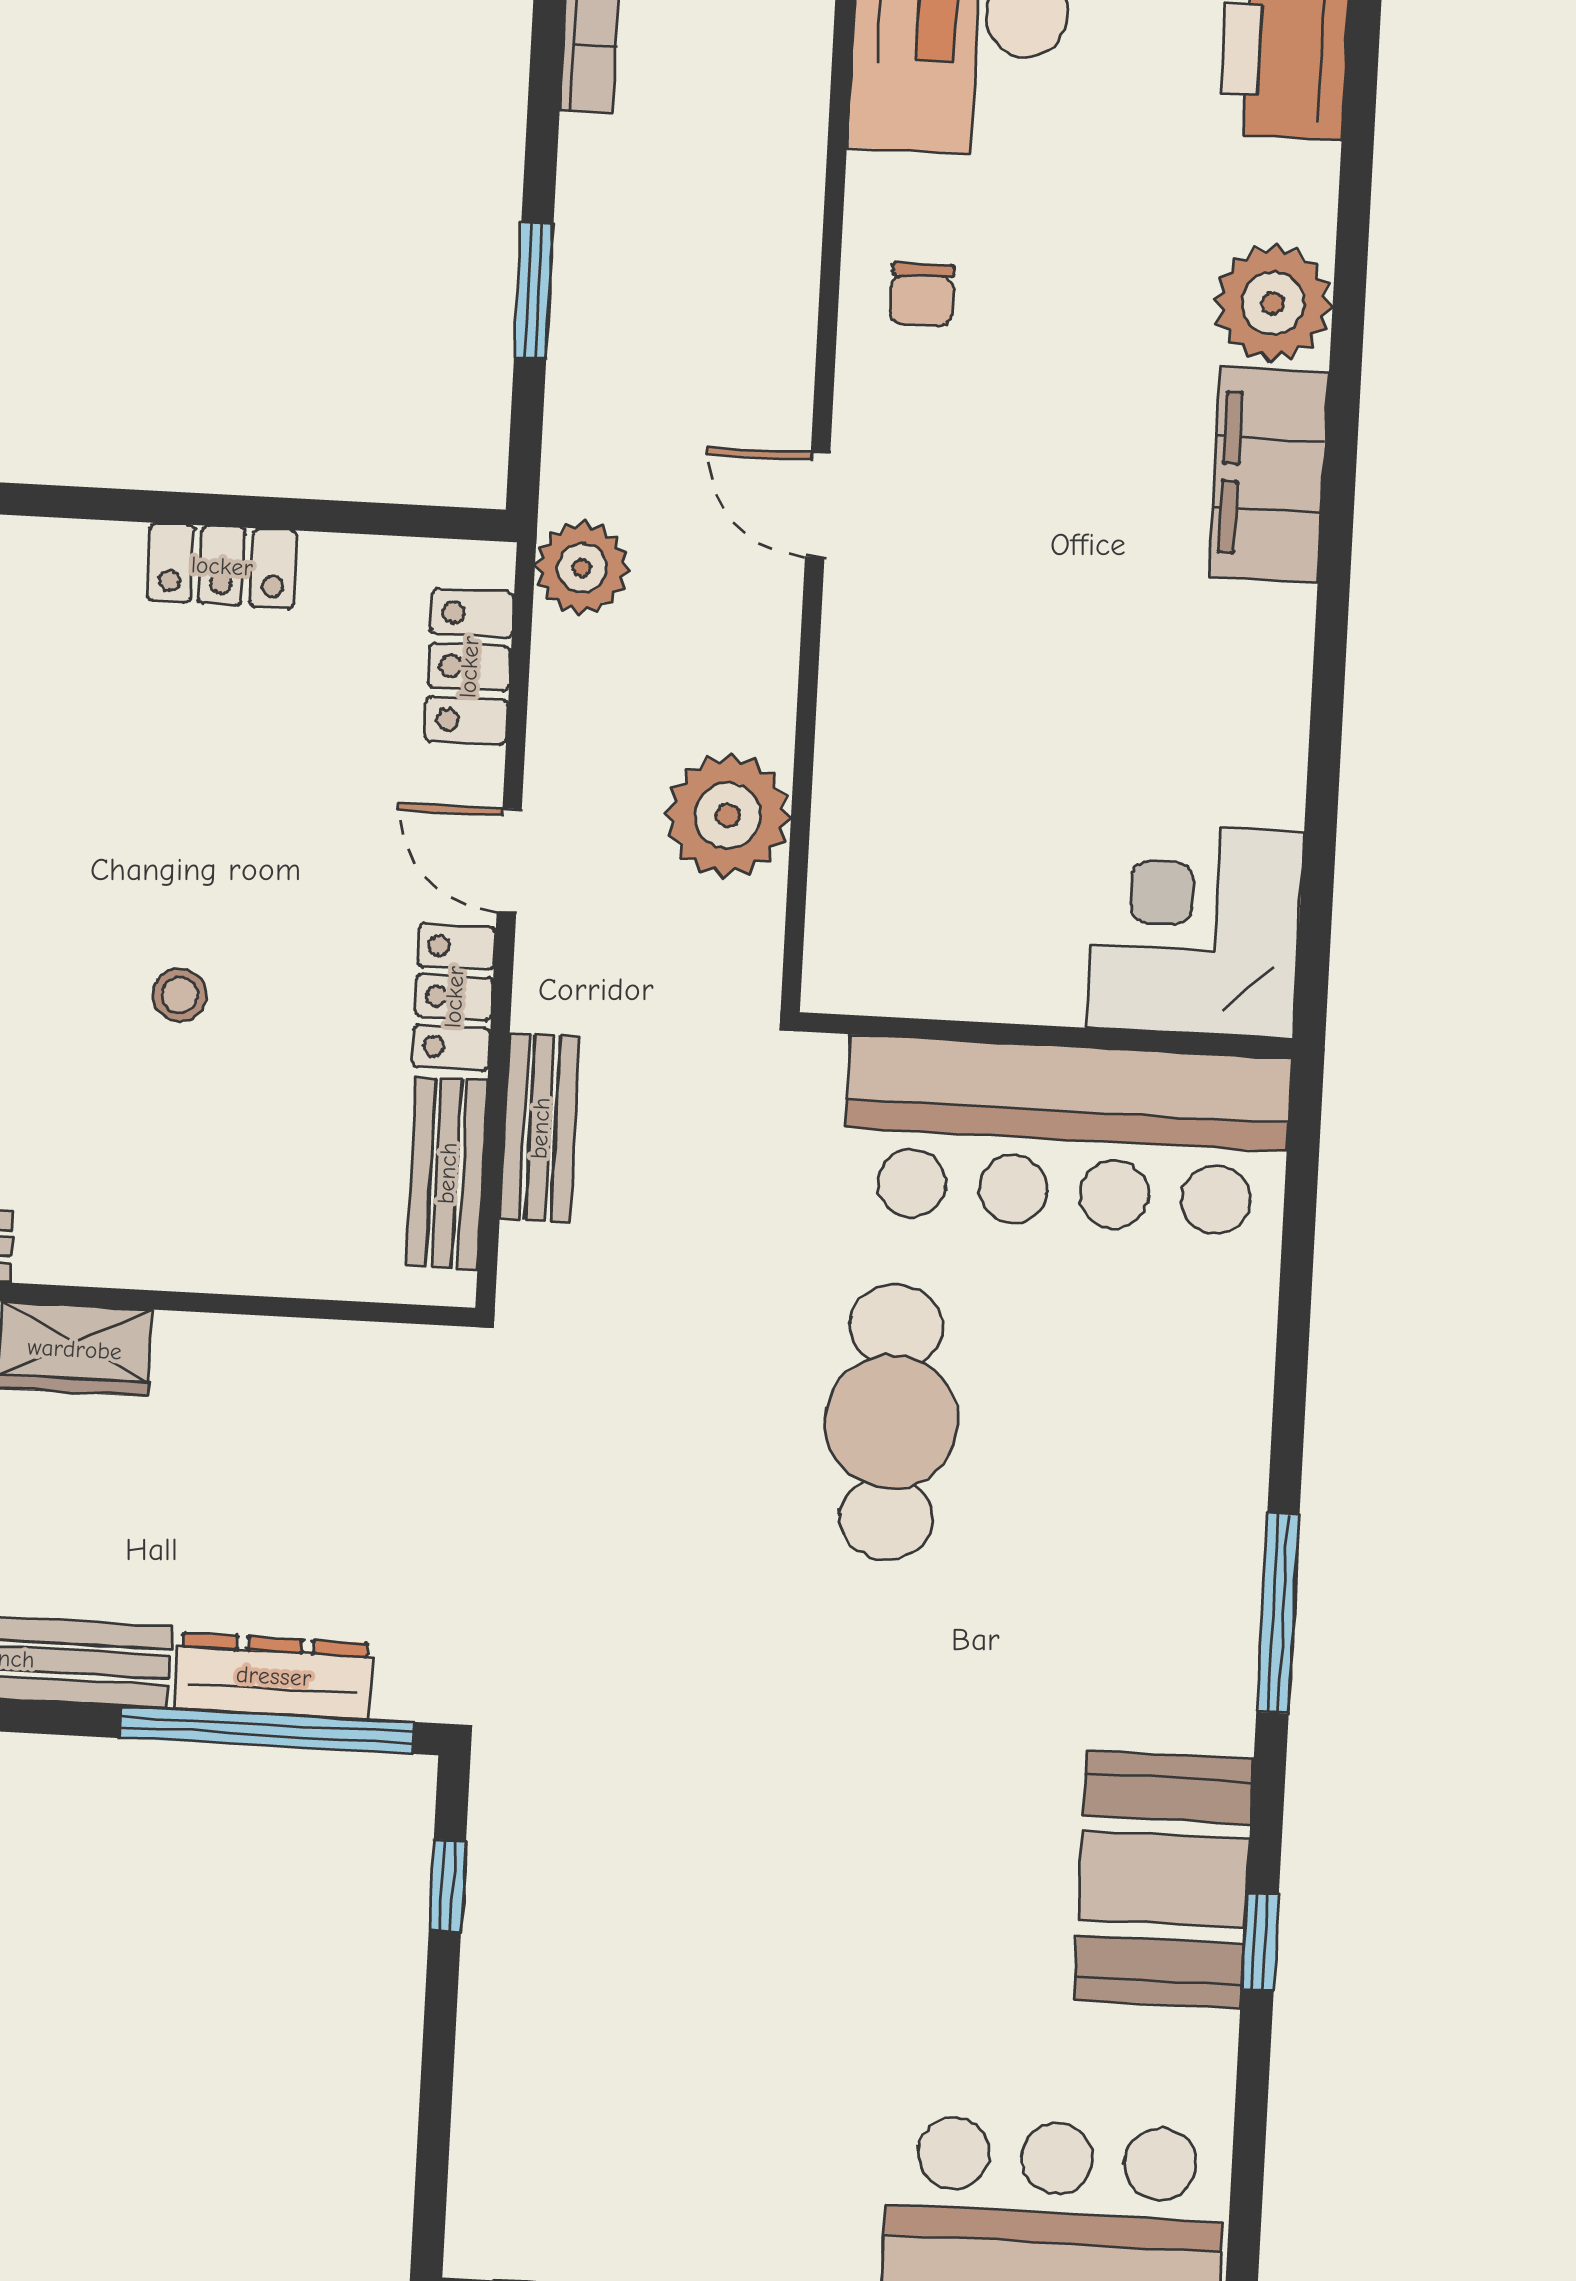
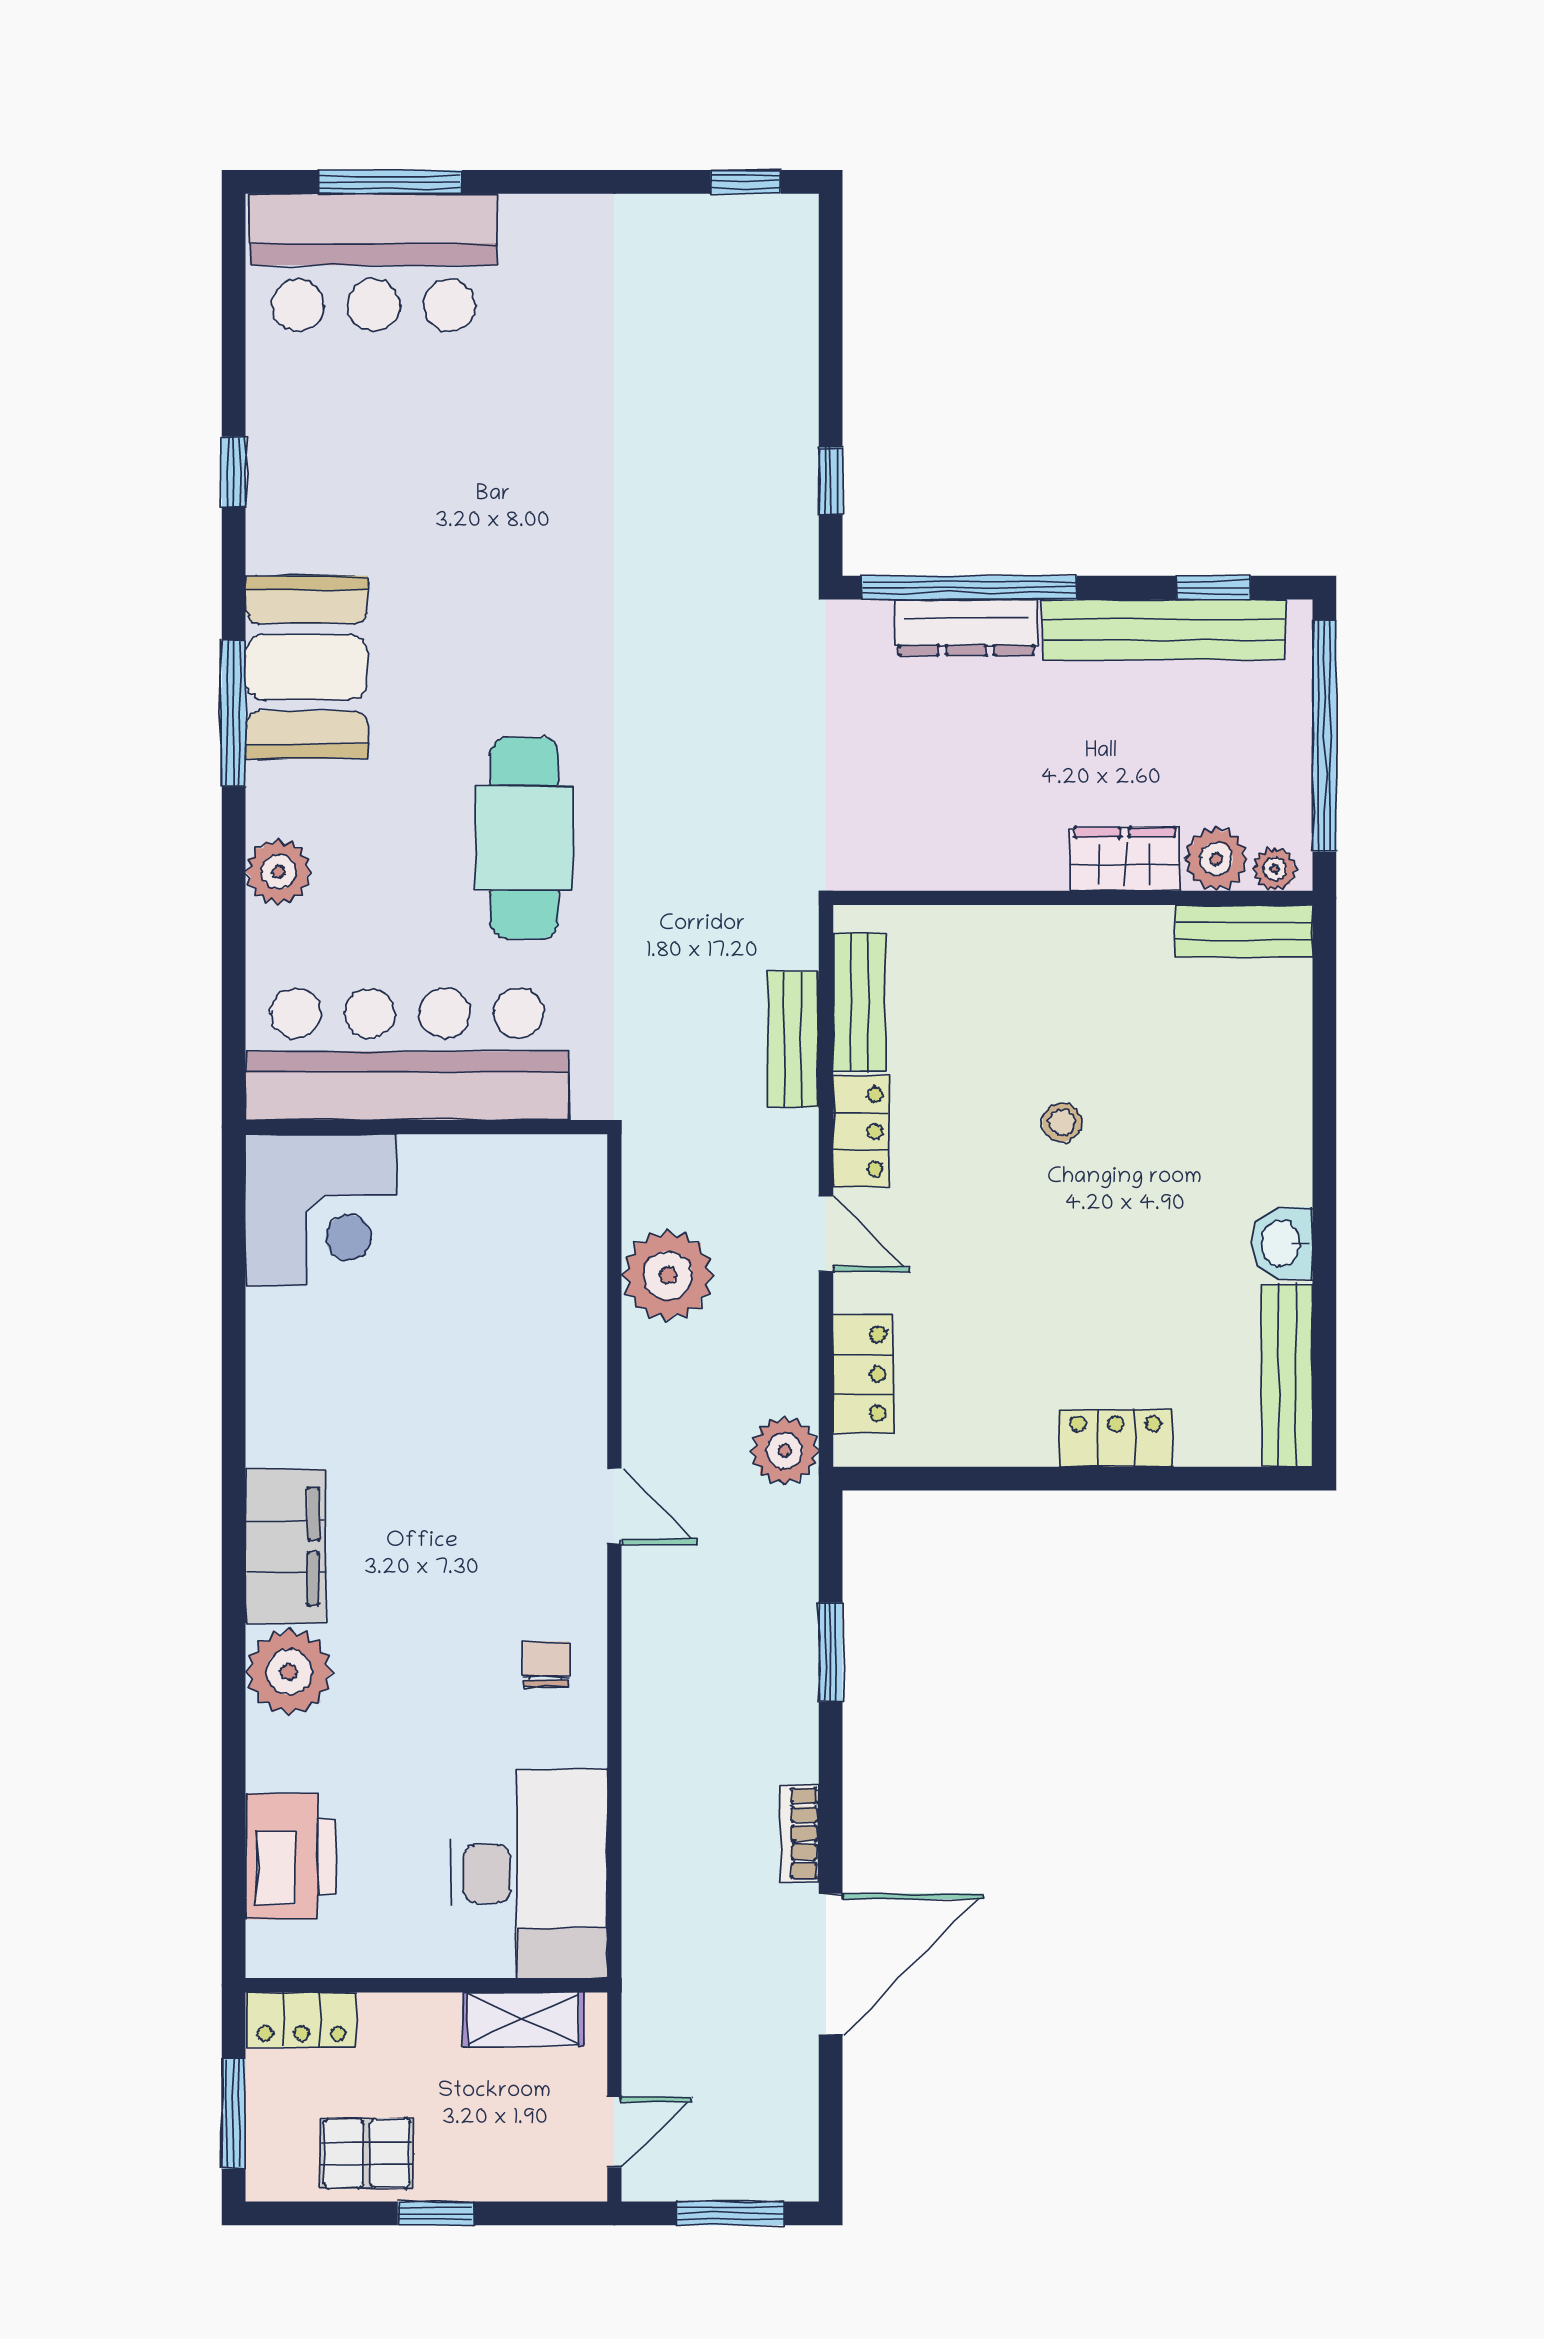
locker: (222, 566) -> (1116, 1438), moved
plant: (1228, 1394) -> (279, 872), added
booth: (1164, 1879) -> (307, 667), moved

